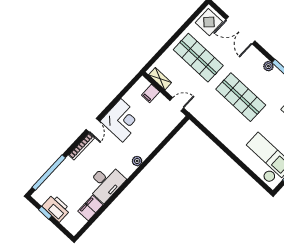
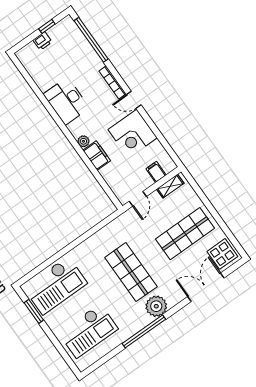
plant: (268, 66) -> (156, 306), width x1.87, depth x1.87
shop shelf: (241, 97) -> (131, 272), turned 90
printer: (56, 208) -> (43, 41), width x0.53, depth x0.68
filing cabinet: (90, 208) -> (97, 155), moved

